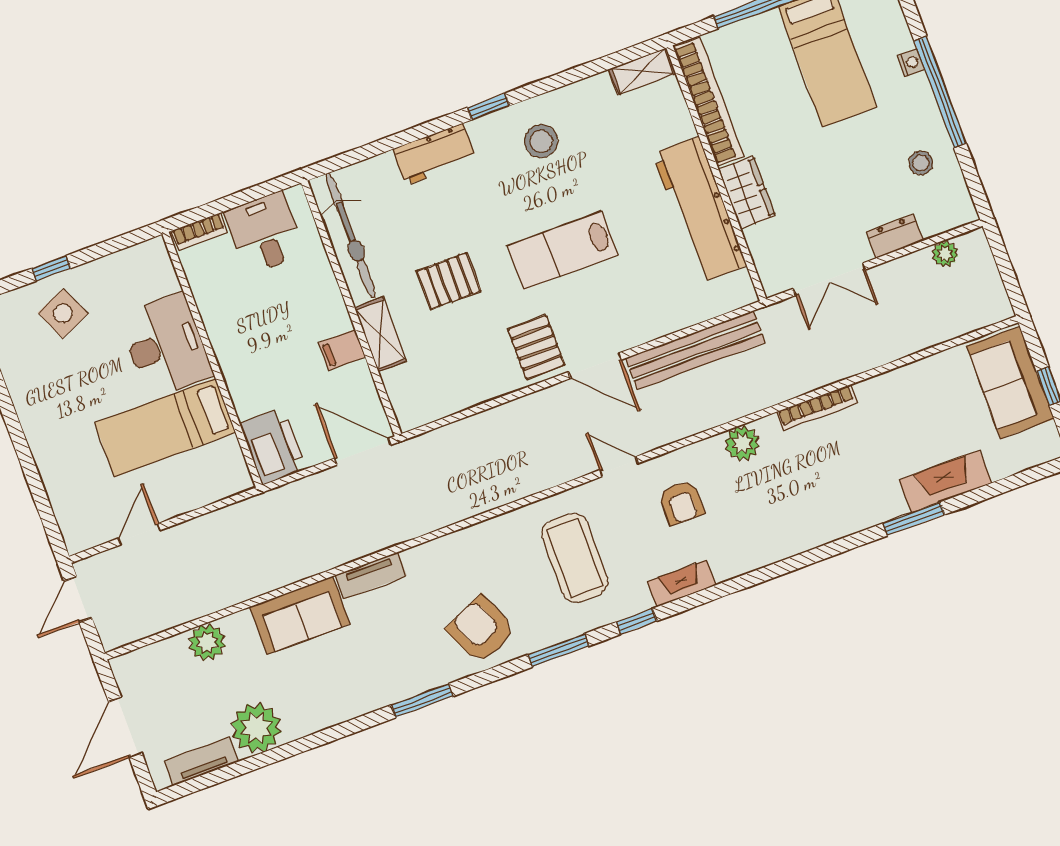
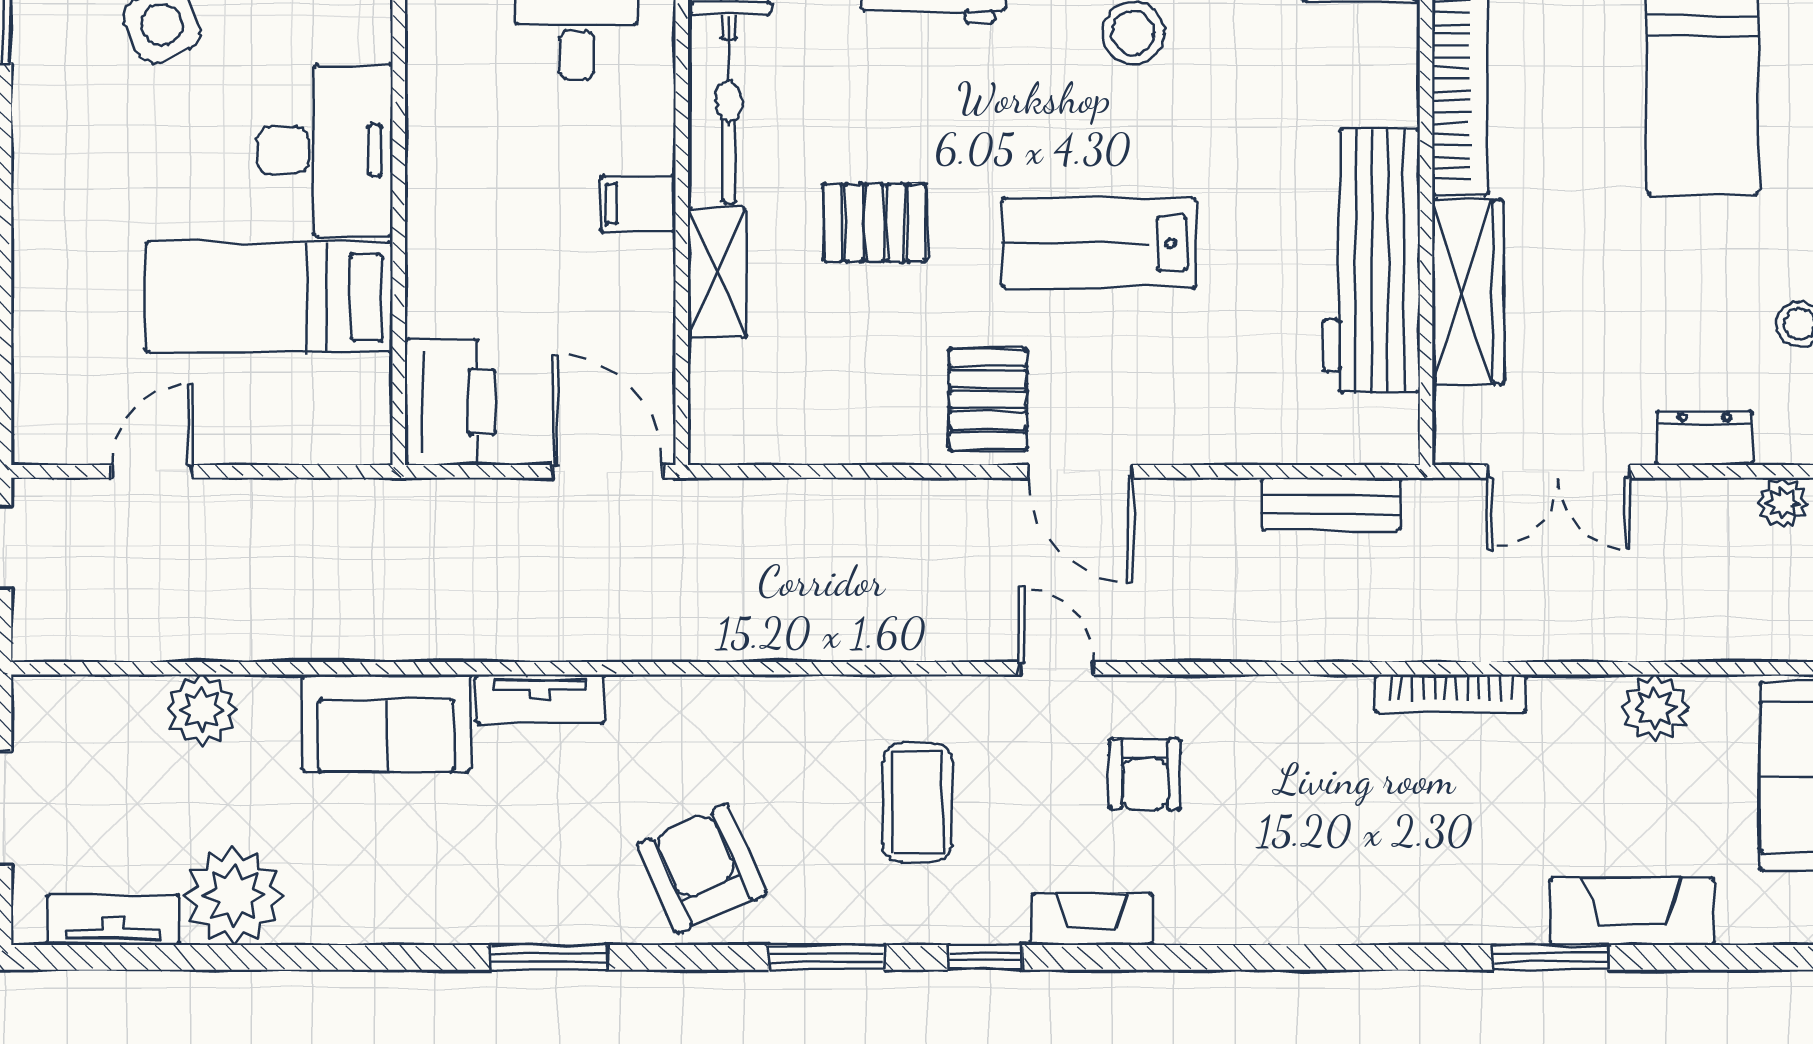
wardrobe: (747, 192) -> (1468, 292), width x1.50
filing cabinet: (342, 350) -> (638, 204), moved
bench: (695, 350) -> (1331, 504), width x0.54, depth x0.82
plant: (742, 443) -> (1655, 708), moved
coffee table: (575, 558) -> (917, 802), width x0.73, depth x0.76

